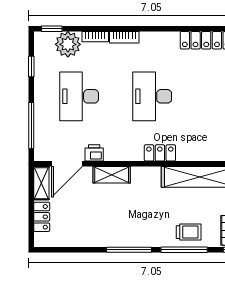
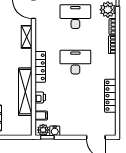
printer: (94, 153) -> (40, 97), moved
locker: (160, 153) -> (40, 67), width x1.53

